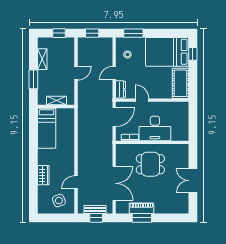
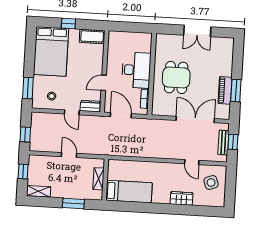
window: (193, 54) -> (68, 24), moved
shelving: (42, 59) -> (39, 191), moved
cot: (180, 83) -> (92, 36), width x0.73, depth x0.75

